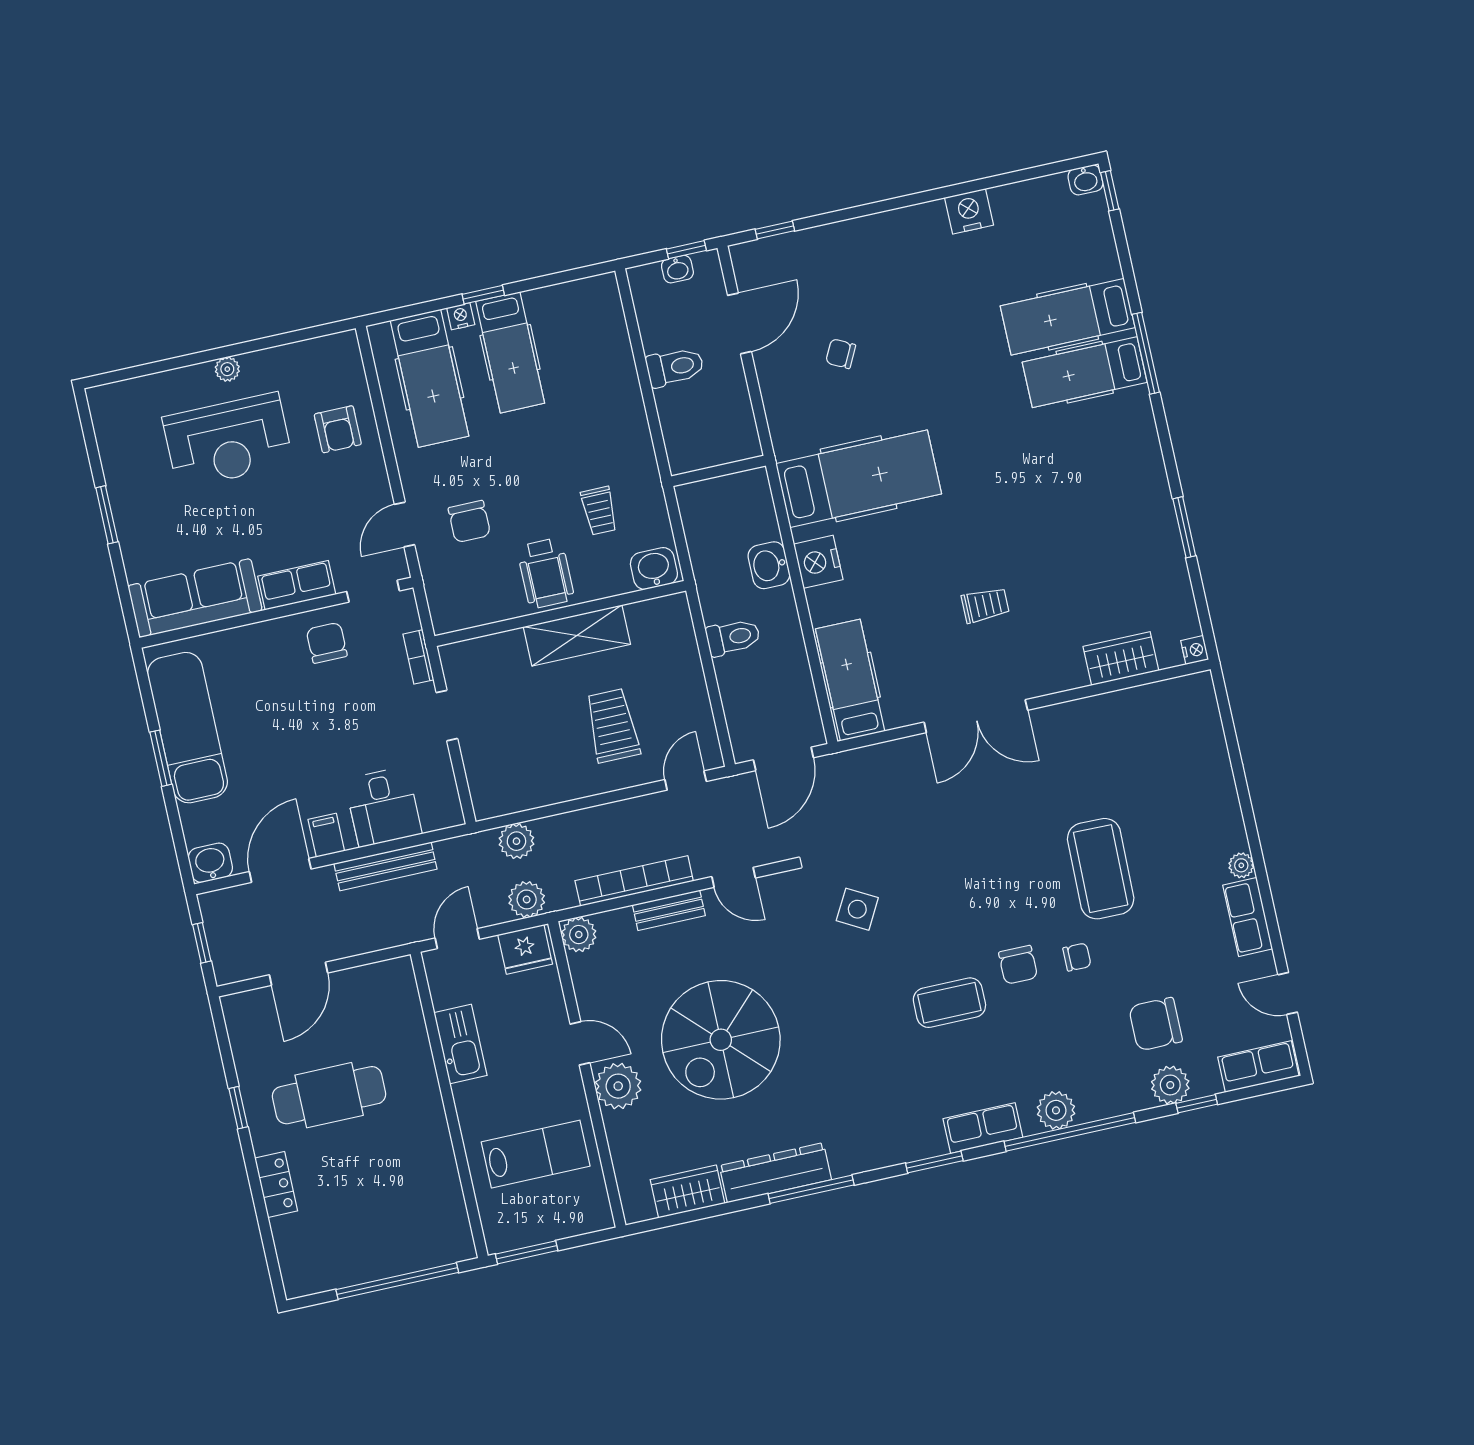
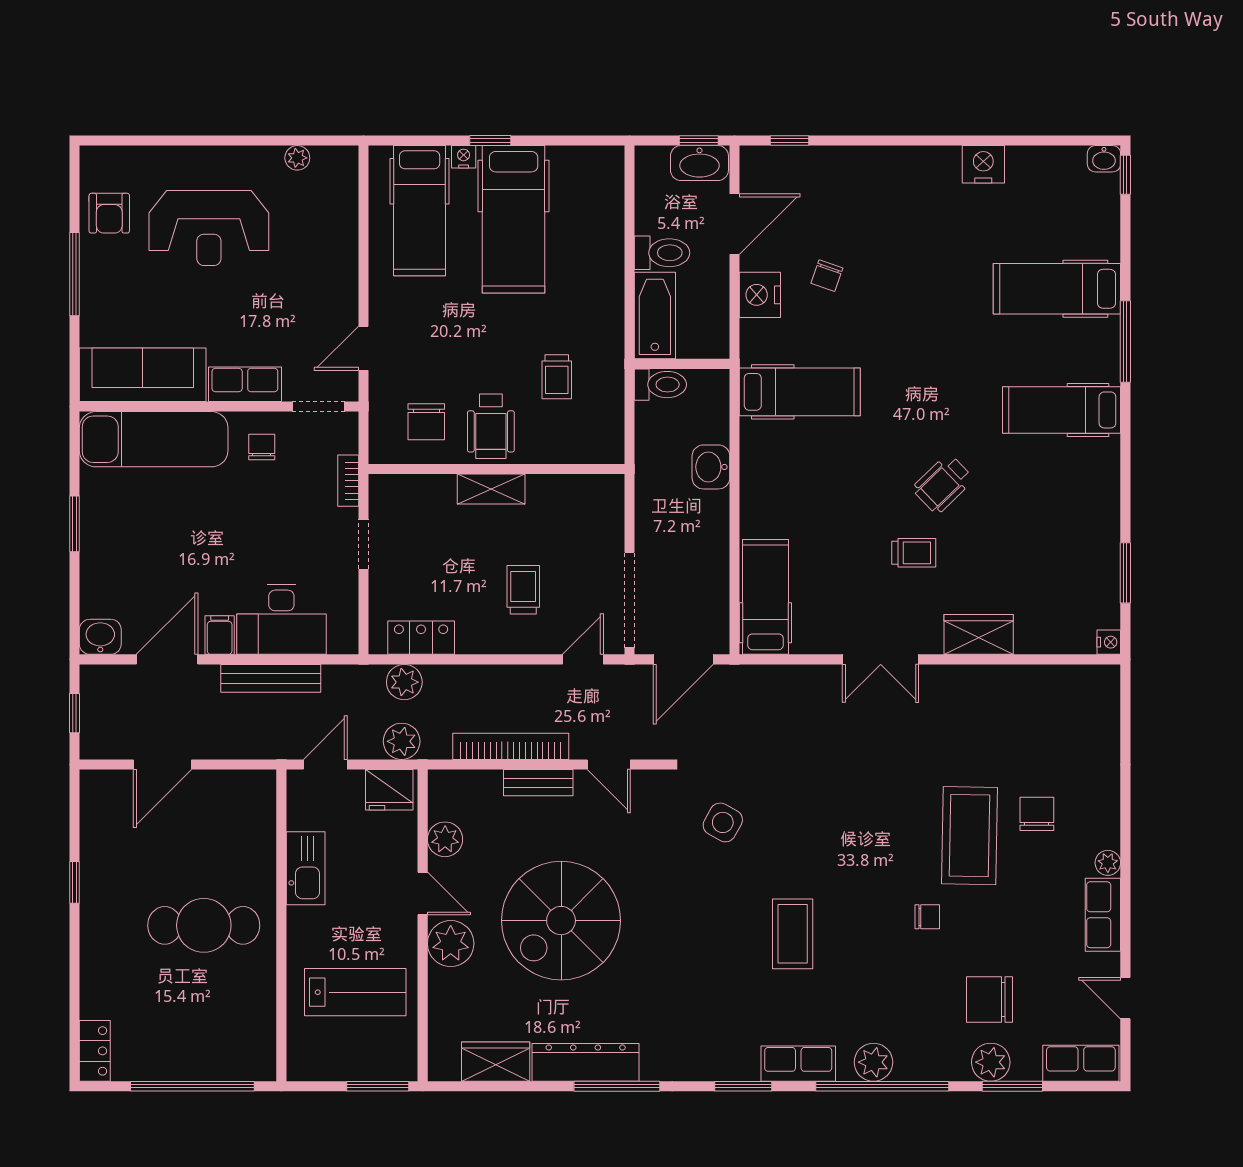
washbasin: (677, 269) -> (699, 163), width x1.91, depth x1.45
hospital bed: (510, 352) -> (514, 219), width x1.37, depth x1.29
chair: (841, 354) -> (827, 276), turned -98
plant: (227, 369) -> (297, 158), moved
hospital bed: (1085, 372) -> (1062, 410), moved
armchair: (338, 429) -> (109, 213), moved
bathtub: (682, 430) -> (655, 316), added
hospital bed: (859, 479) -> (800, 392), width x0.73, depth x0.78
window: (107, 515) -> (74, 274), width x1.44
chair: (469, 522) -> (426, 422), moved
window: (1184, 527) -> (1125, 573), moved
wheelchair: (999, 532) -> (943, 484), added
nightstand: (818, 562) -> (760, 295), moved
washbasin: (654, 568) -> (598, 445), removed
shelving: (577, 636) -> (491, 489), width x0.67, depth x0.75
toilet: (733, 637) -> (660, 385), moved
chair: (327, 643) -> (262, 447), width x0.73, depth x0.73
wardrobe: (1121, 658) -> (979, 634), moved
doorway: (718, 712) -> (629, 600), added
double door: (976, 716) -> (881, 659), width x0.73
trolley: (612, 726) -> (523, 590), width x0.73, depth x0.72
exam couch: (187, 728) -> (154, 439), moved, turned 90
locker: (523, 794) -> (421, 638), added
desk: (383, 807) -> (281, 619), width x1.37
plant: (579, 935) -> (445, 839), moved
chair: (1018, 965) -> (1037, 814), moved, turned 180
coffee table: (949, 1003) -> (793, 934), turned 90
cafe table: (329, 1095) -> (204, 925), moved
window: (1197, 1104) -> (1012, 1086), width x1.50
locker: (276, 1185) -> (95, 1051), moved
window: (527, 1252) -> (378, 1086), moved

